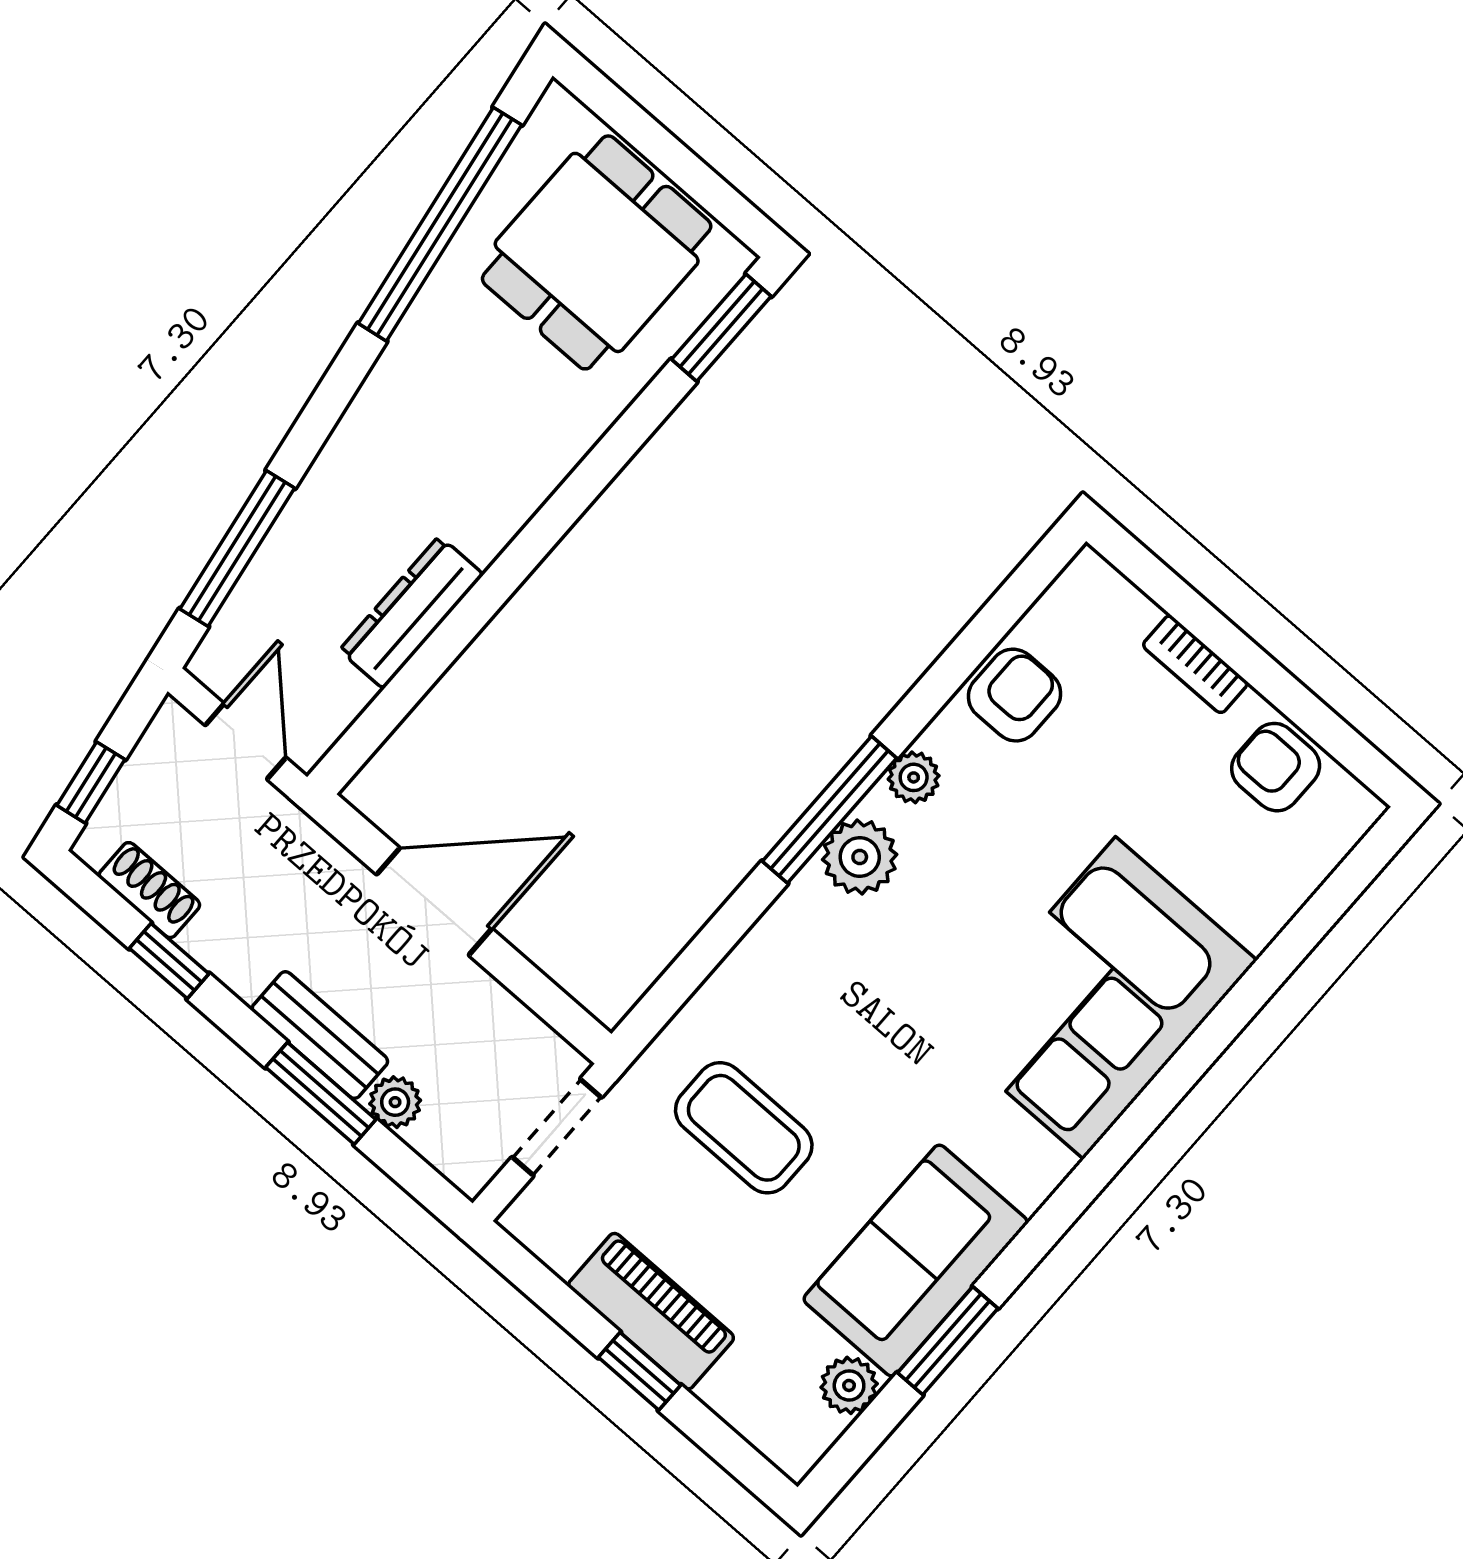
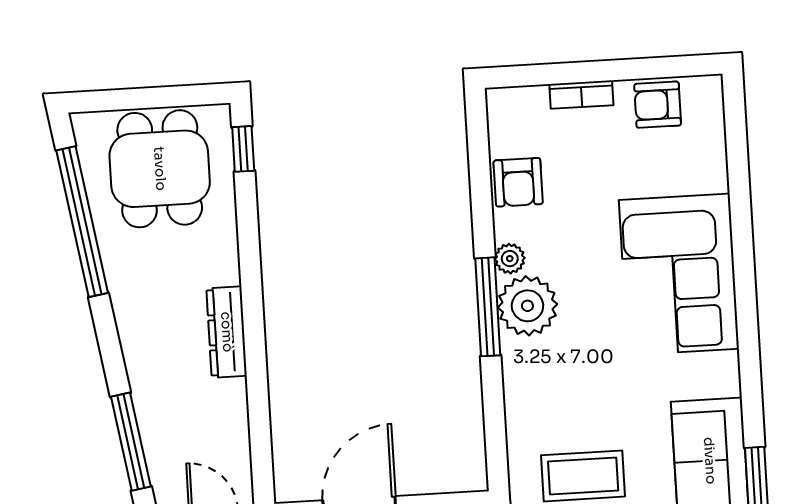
window: (721, 328) -> (243, 149), width x0.67
dresser: (411, 612) -> (227, 332), moved
armchair: (1014, 695) -> (518, 182), turned 180
plant: (860, 857) -> (527, 306), width x1.36, depth x1.36

